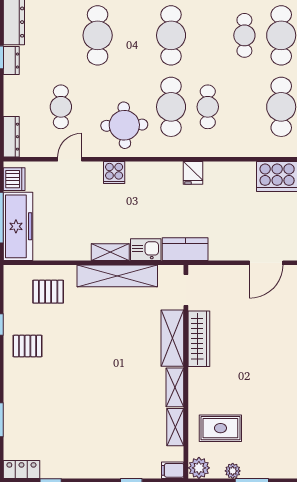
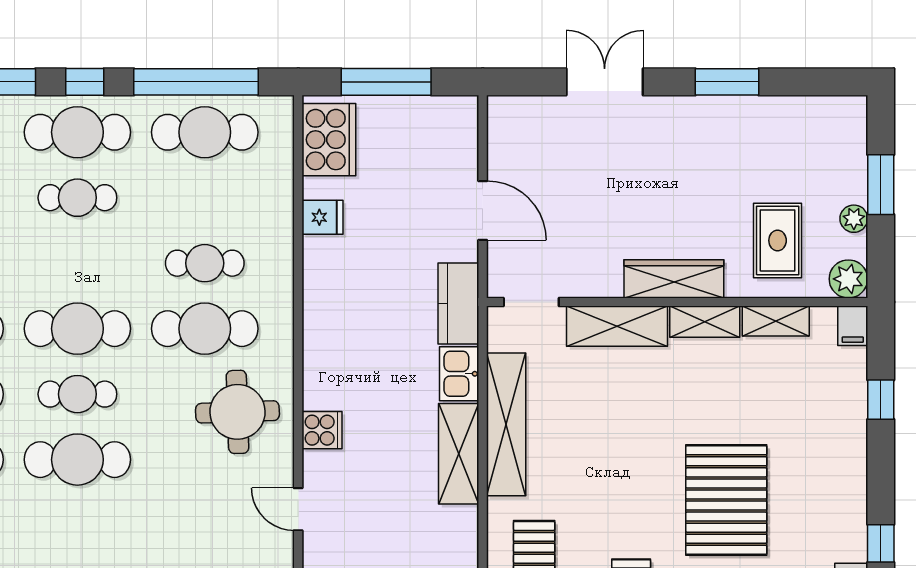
cafe table: (61, 107) -> (77, 394), moved
fridge: (193, 173) -> (323, 217), moved
shelving: (110, 252) -> (459, 454), width x1.50, depth x1.33
door: (266, 263) -> (483, 210), moved
wardrobe: (199, 339) -> (674, 279), moved
pallet: (75, 399) -> (726, 500), added

